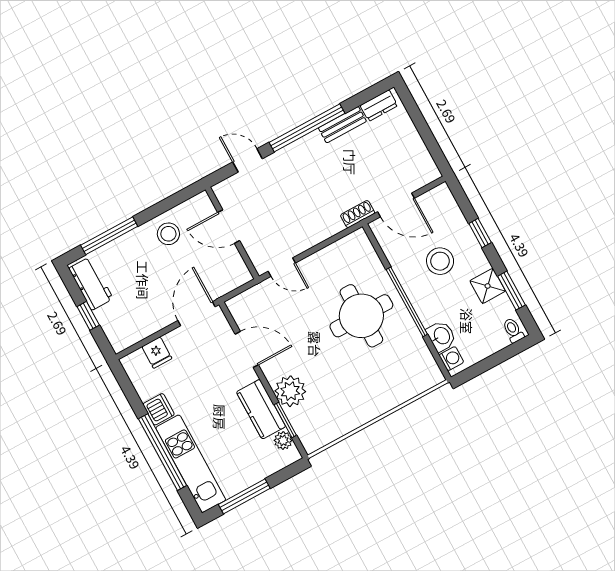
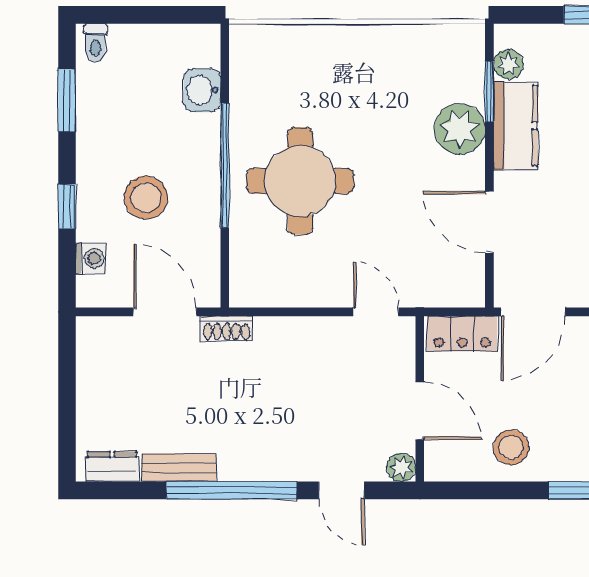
plant: (222, 190) -> (401, 467), added
locker: (228, 281) -> (462, 334), added
shower: (488, 286) -> (97, 126), removed
washing machine: (451, 359) -> (91, 258), moved, turned 180

